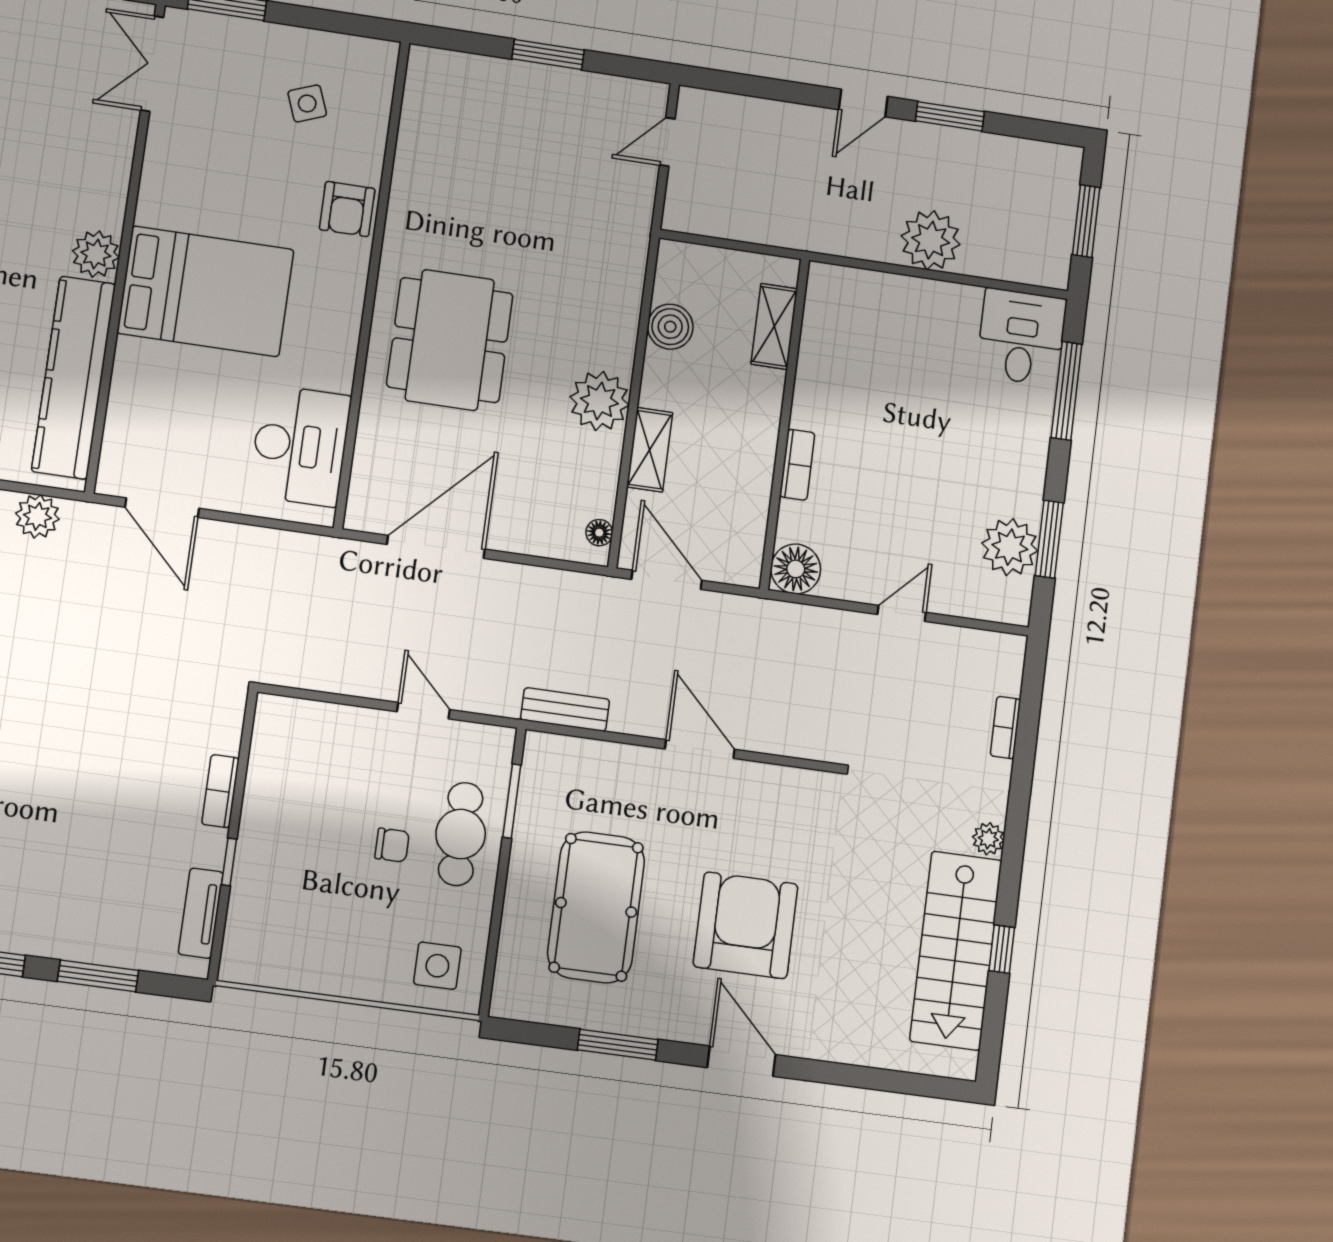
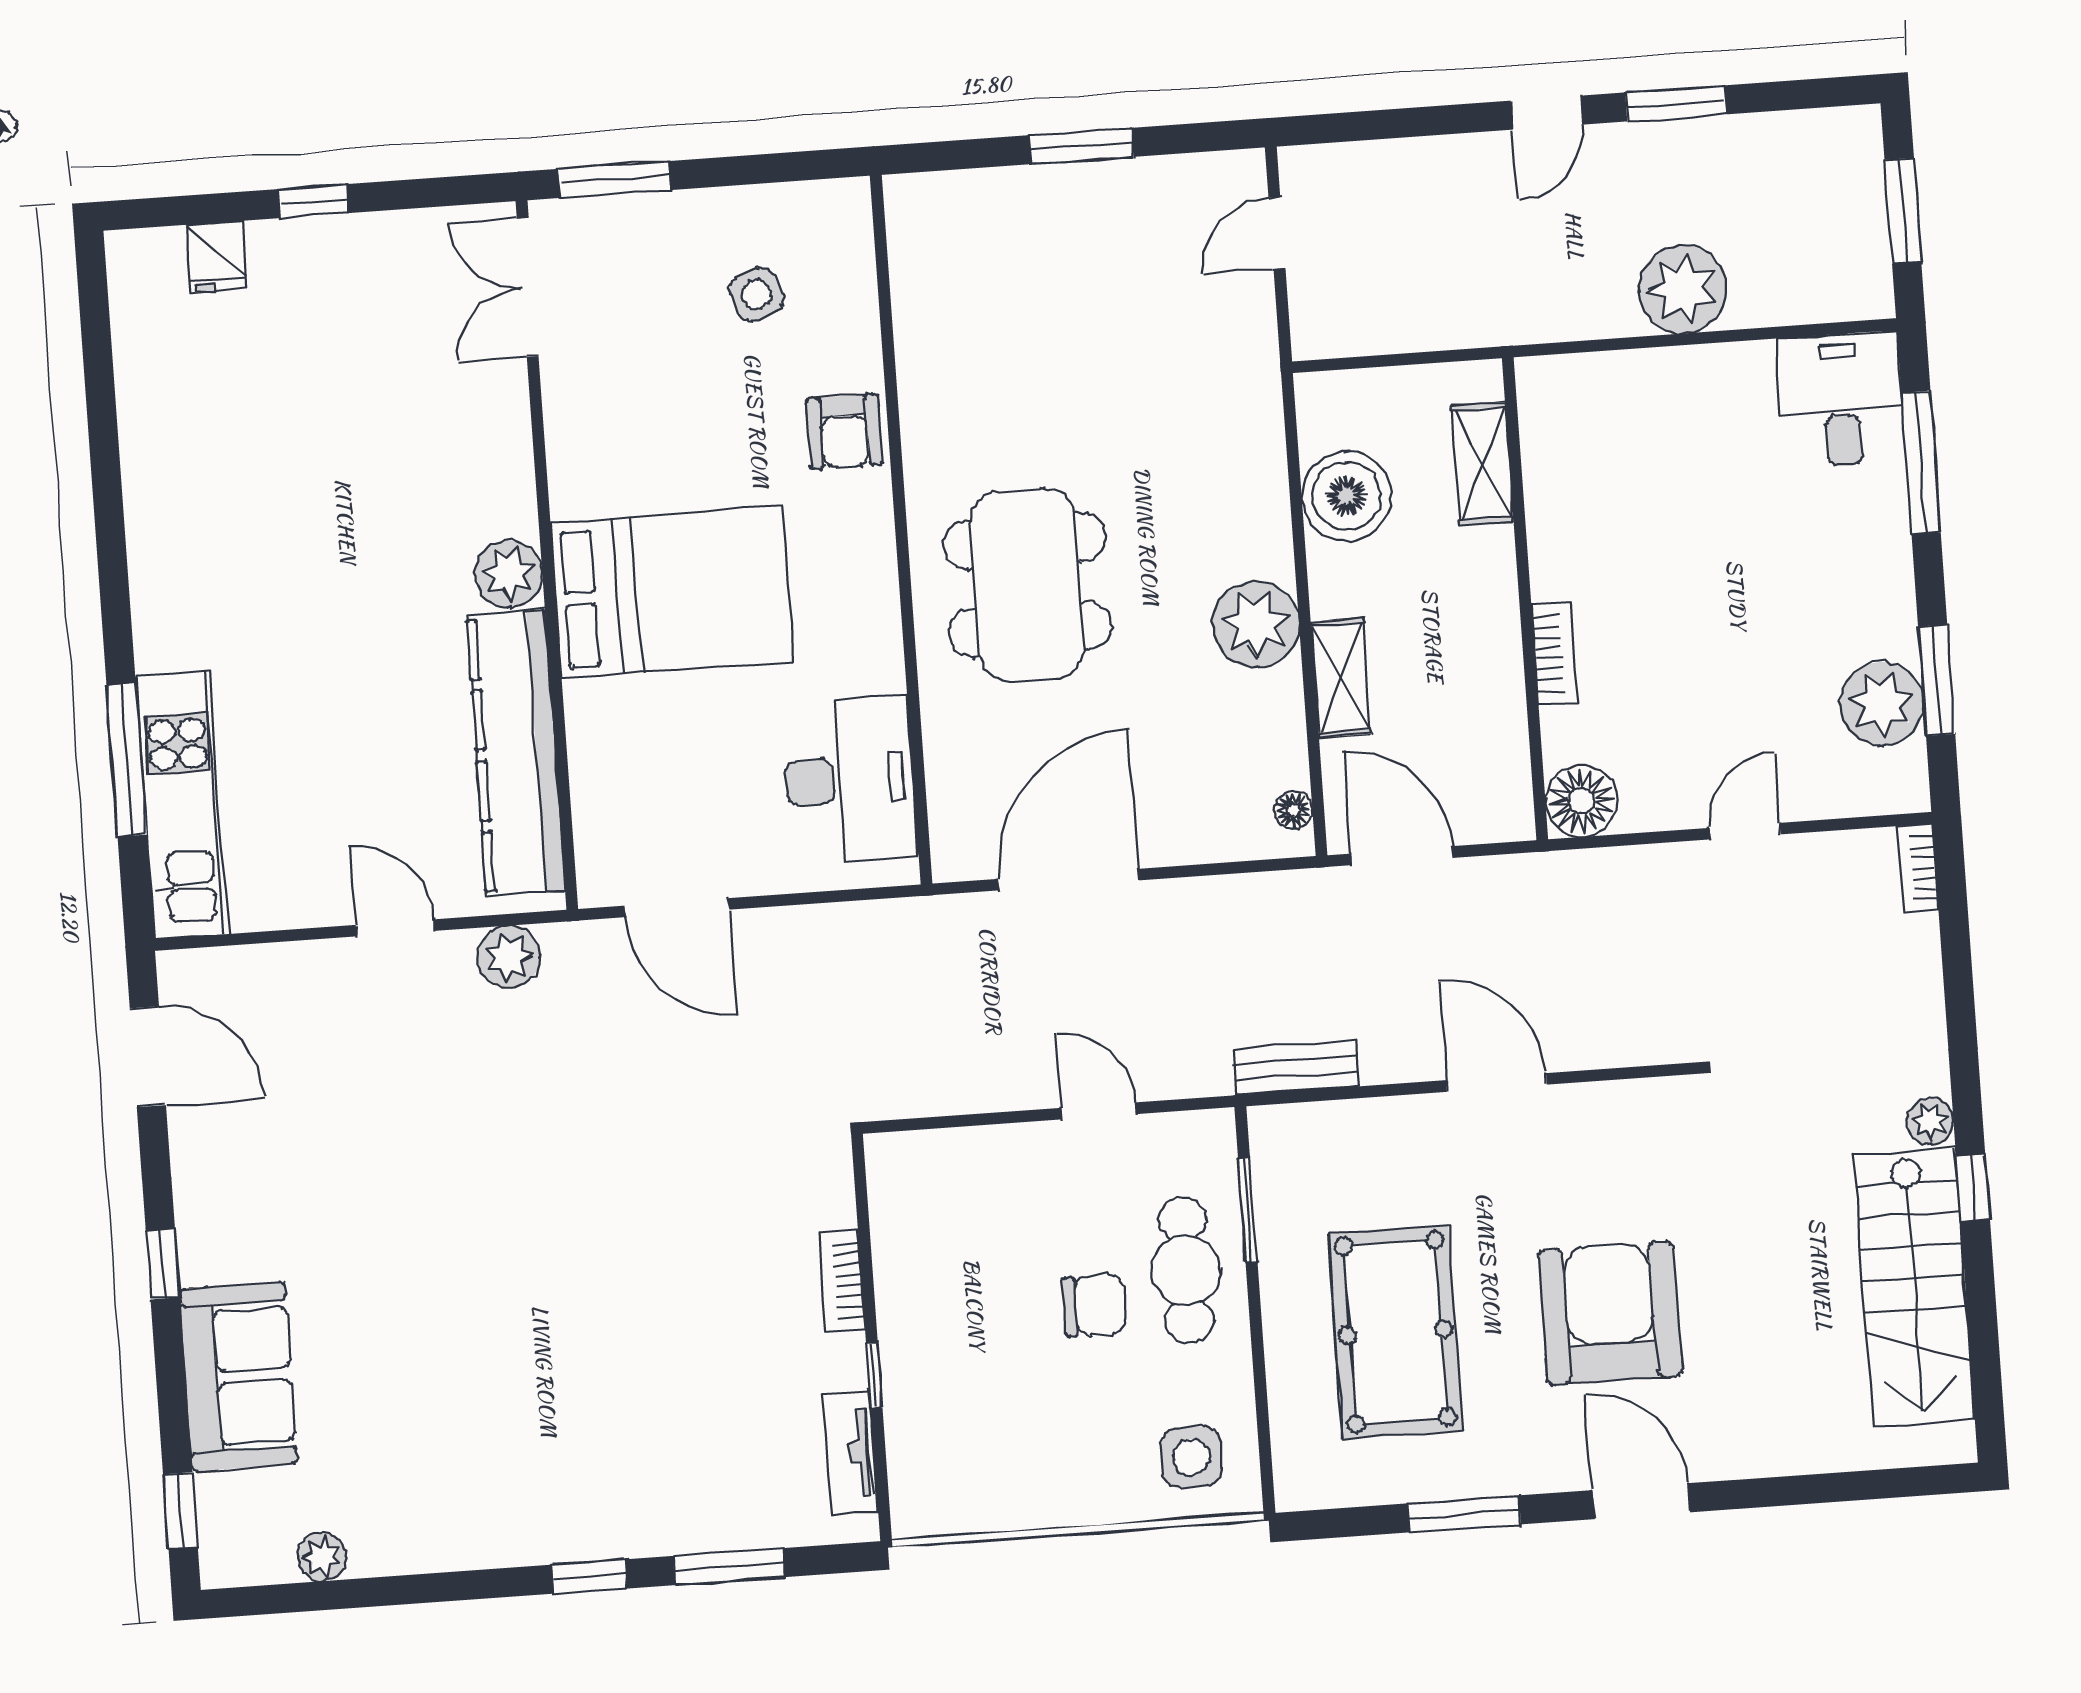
boiler: (670, 327) -> (1347, 496), width x1.37, depth x1.37
bookcase: (1005, 728) -> (1918, 868), moved
chair: (392, 845) -> (1094, 1305), width x1.37, depth x1.37
window: (1002, 949) -> (1973, 1188), moved

